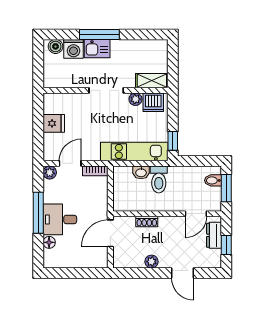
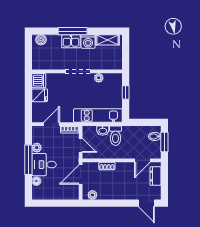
washing machine: (73, 49) -> (88, 41), moved
shelving: (152, 81) -> (107, 40), moved
dishwasher: (153, 102) -> (39, 81), moved, turned -90
window: (173, 141) -> (126, 92), moved
plant: (50, 172) -> (37, 148), moved
door: (110, 193) -> (81, 145), added
window: (226, 245) -> (164, 183), removed
plant: (152, 262) -> (92, 195), moved
door: (183, 273) -> (146, 203), moved

